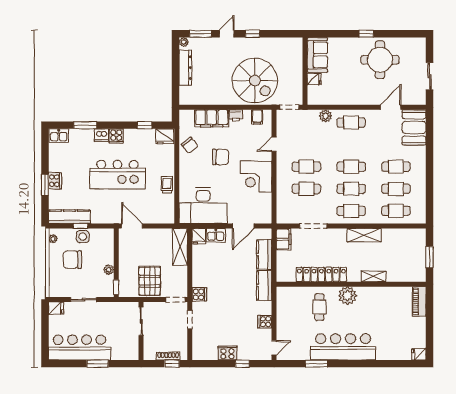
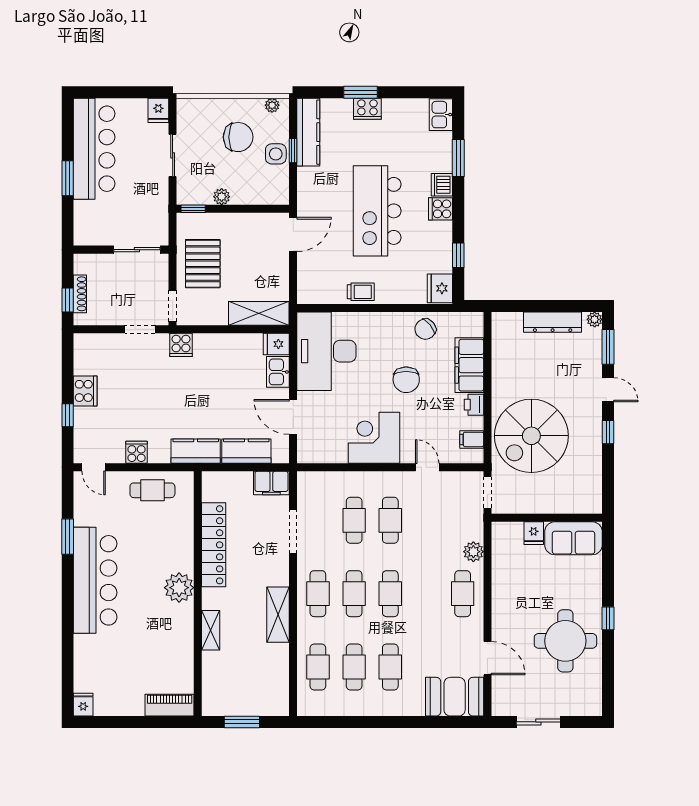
chair: (72, 260) -> (238, 137), turned 90
pallet: (150, 281) -> (203, 264), turned 90
cafe table: (319, 307) -> (152, 490), moved

